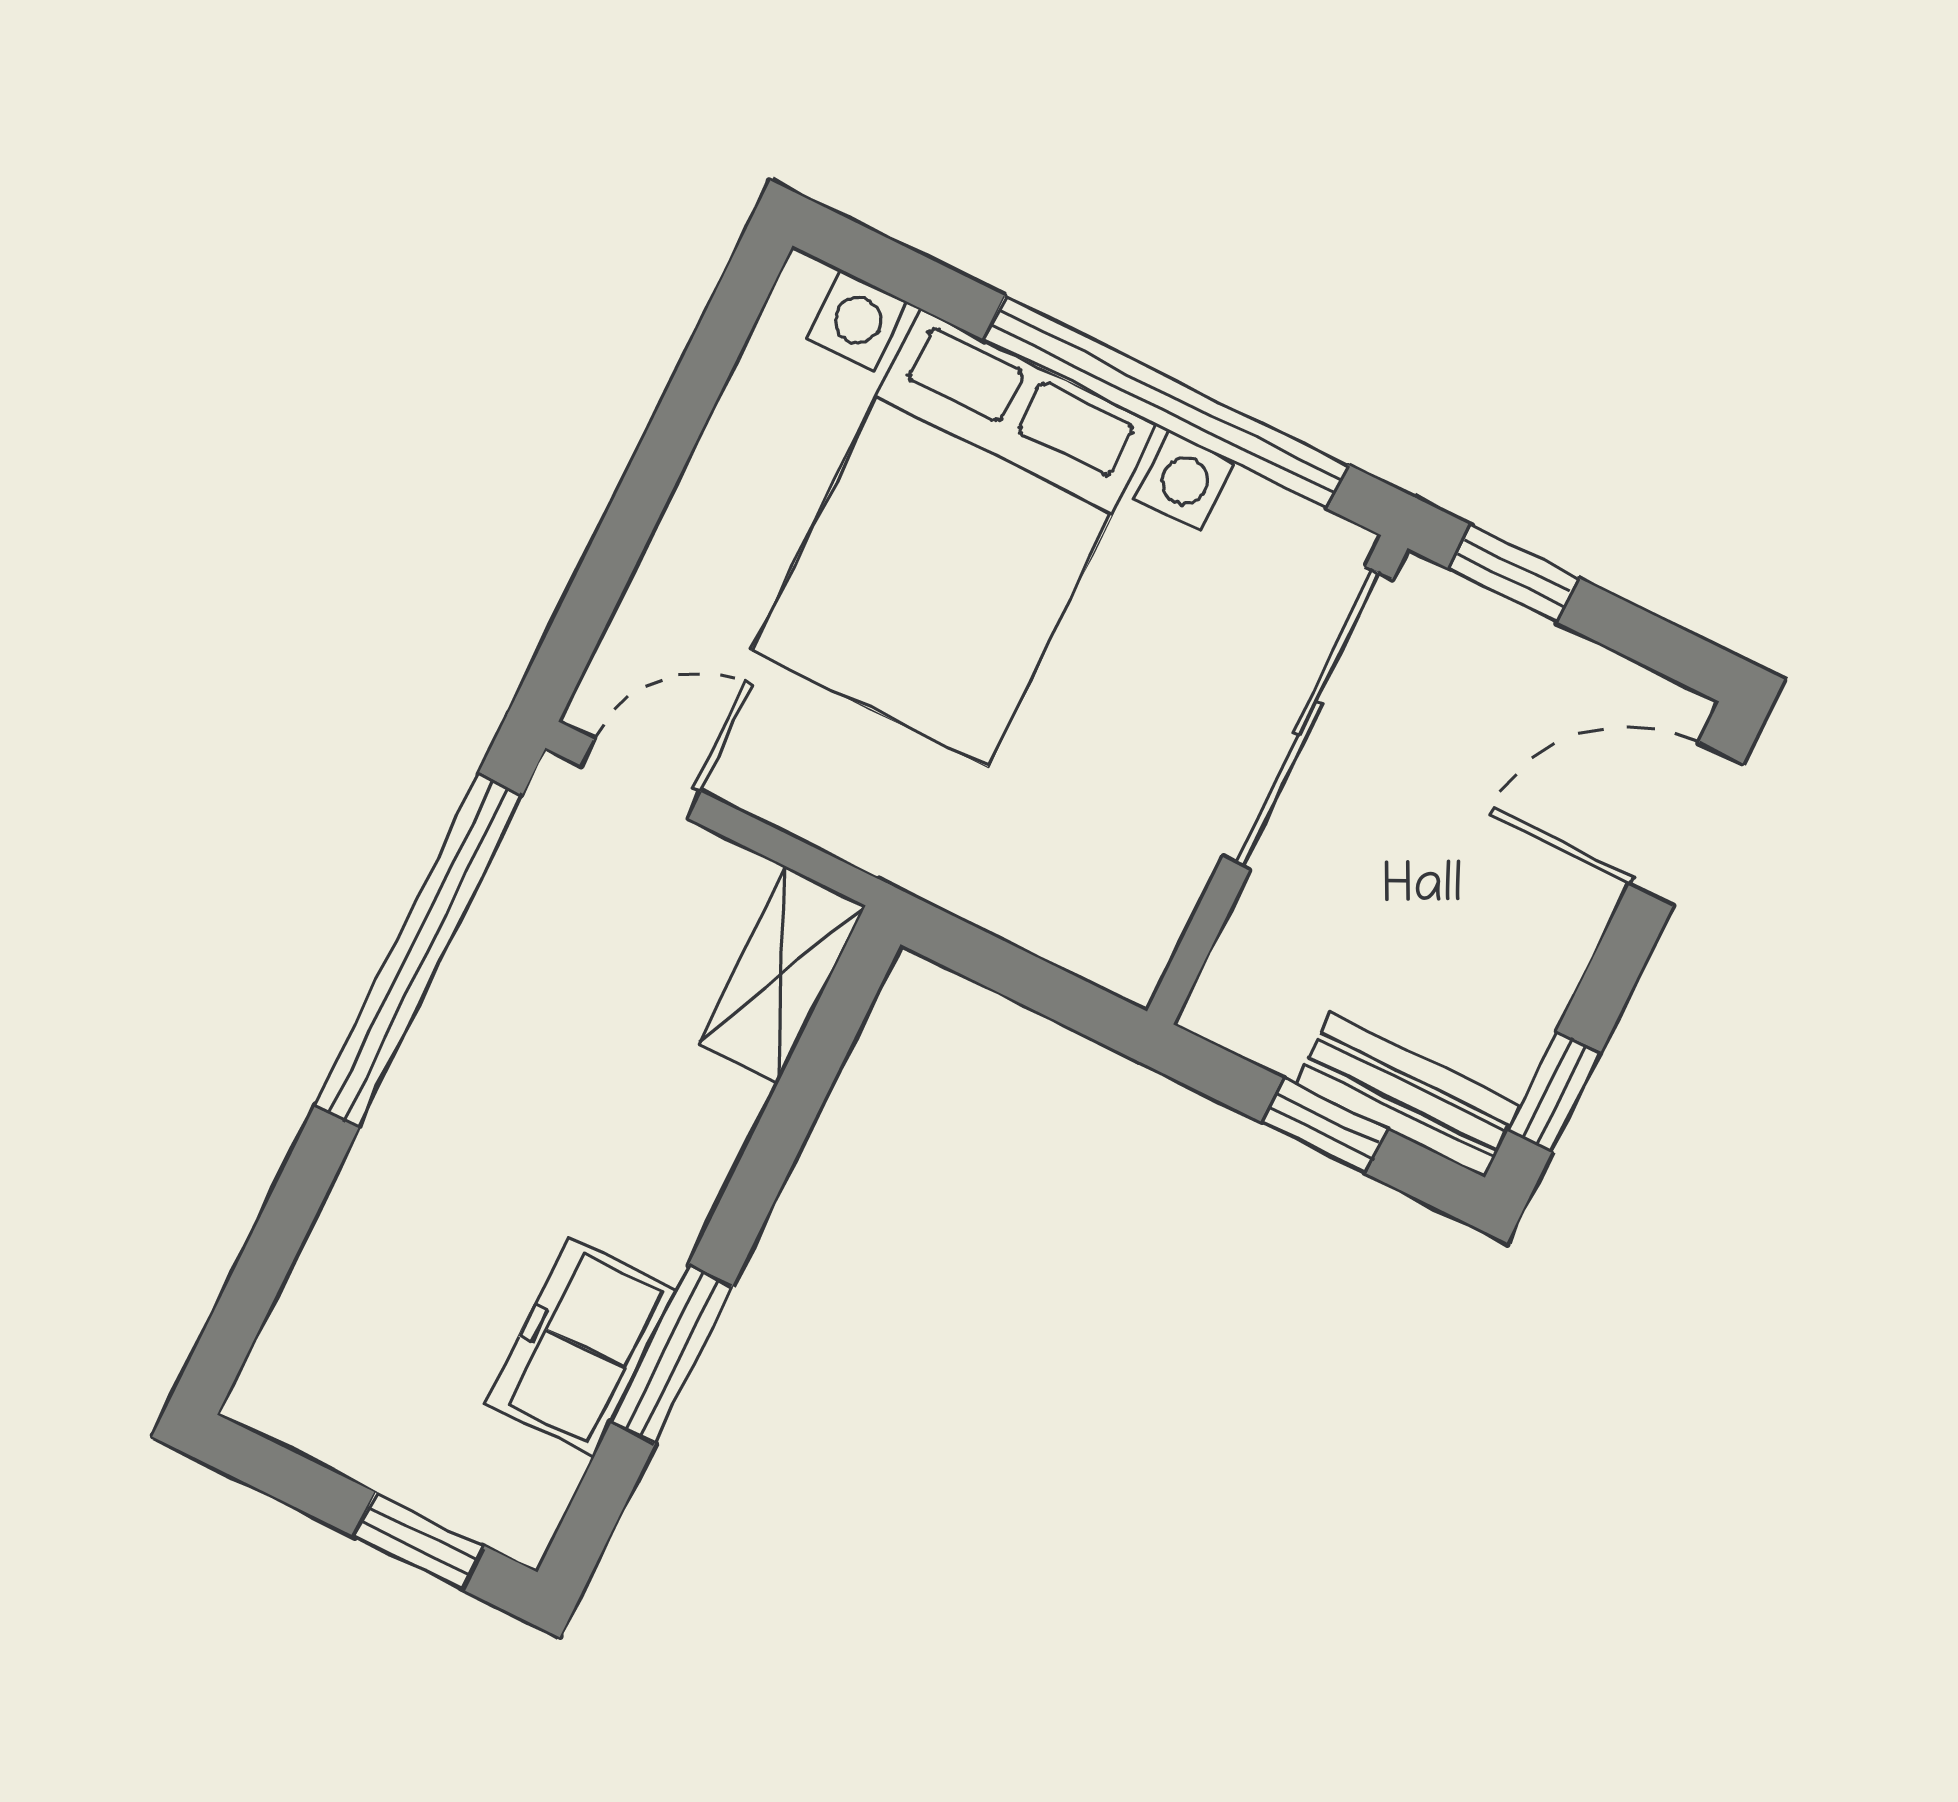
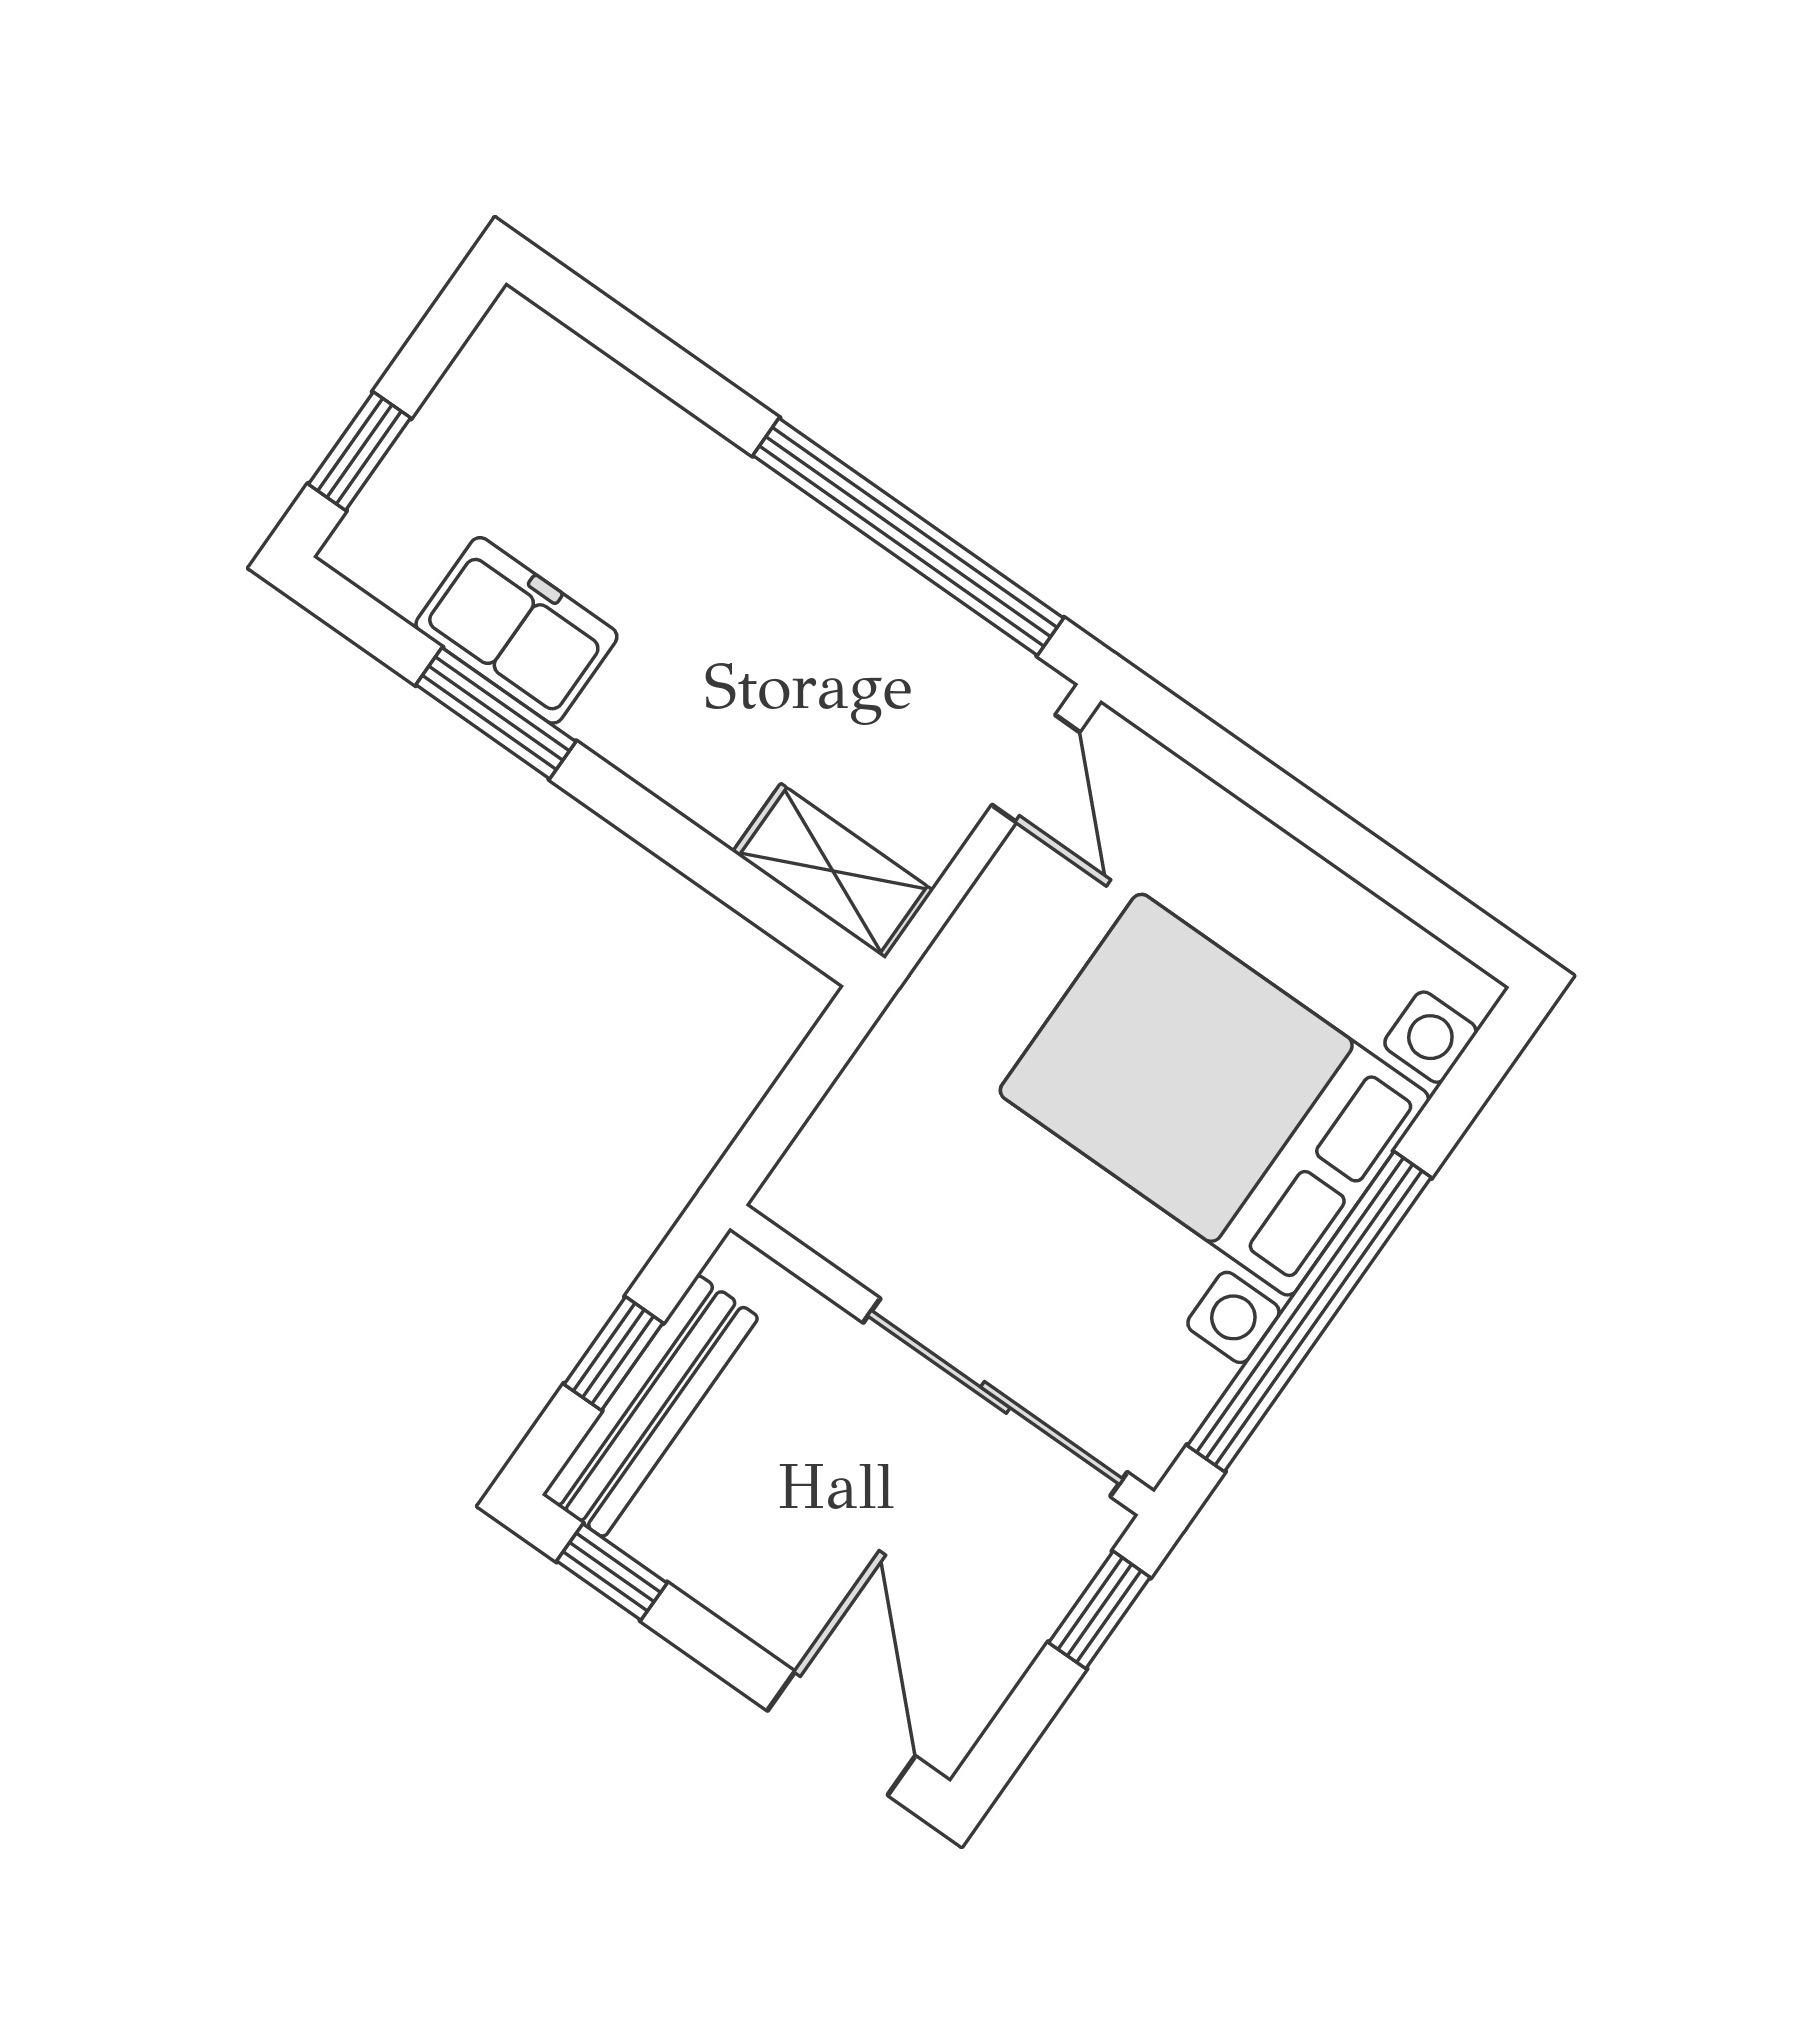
bench: (1408, 1095) -> (651, 1406), width x1.36

